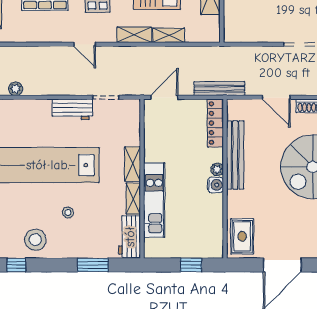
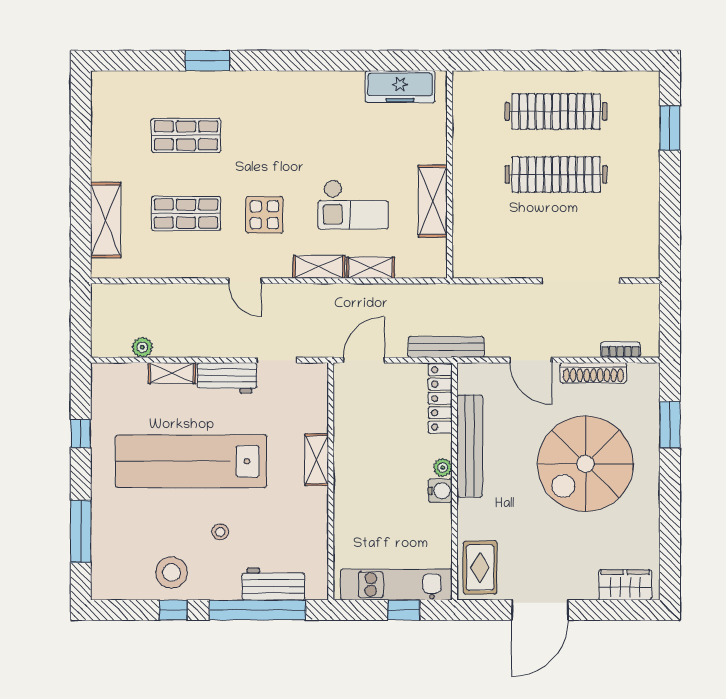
shelving: (133, 199) -> (172, 373), moved, turned 90
kitchen unit: (154, 200) -> (396, 584), moved, turned -90
workbench: (130, 237) -> (273, 584), moved, turned 90
window: (16, 265) -> (173, 610), moved
window: (93, 265) -> (257, 610), width x2.11

